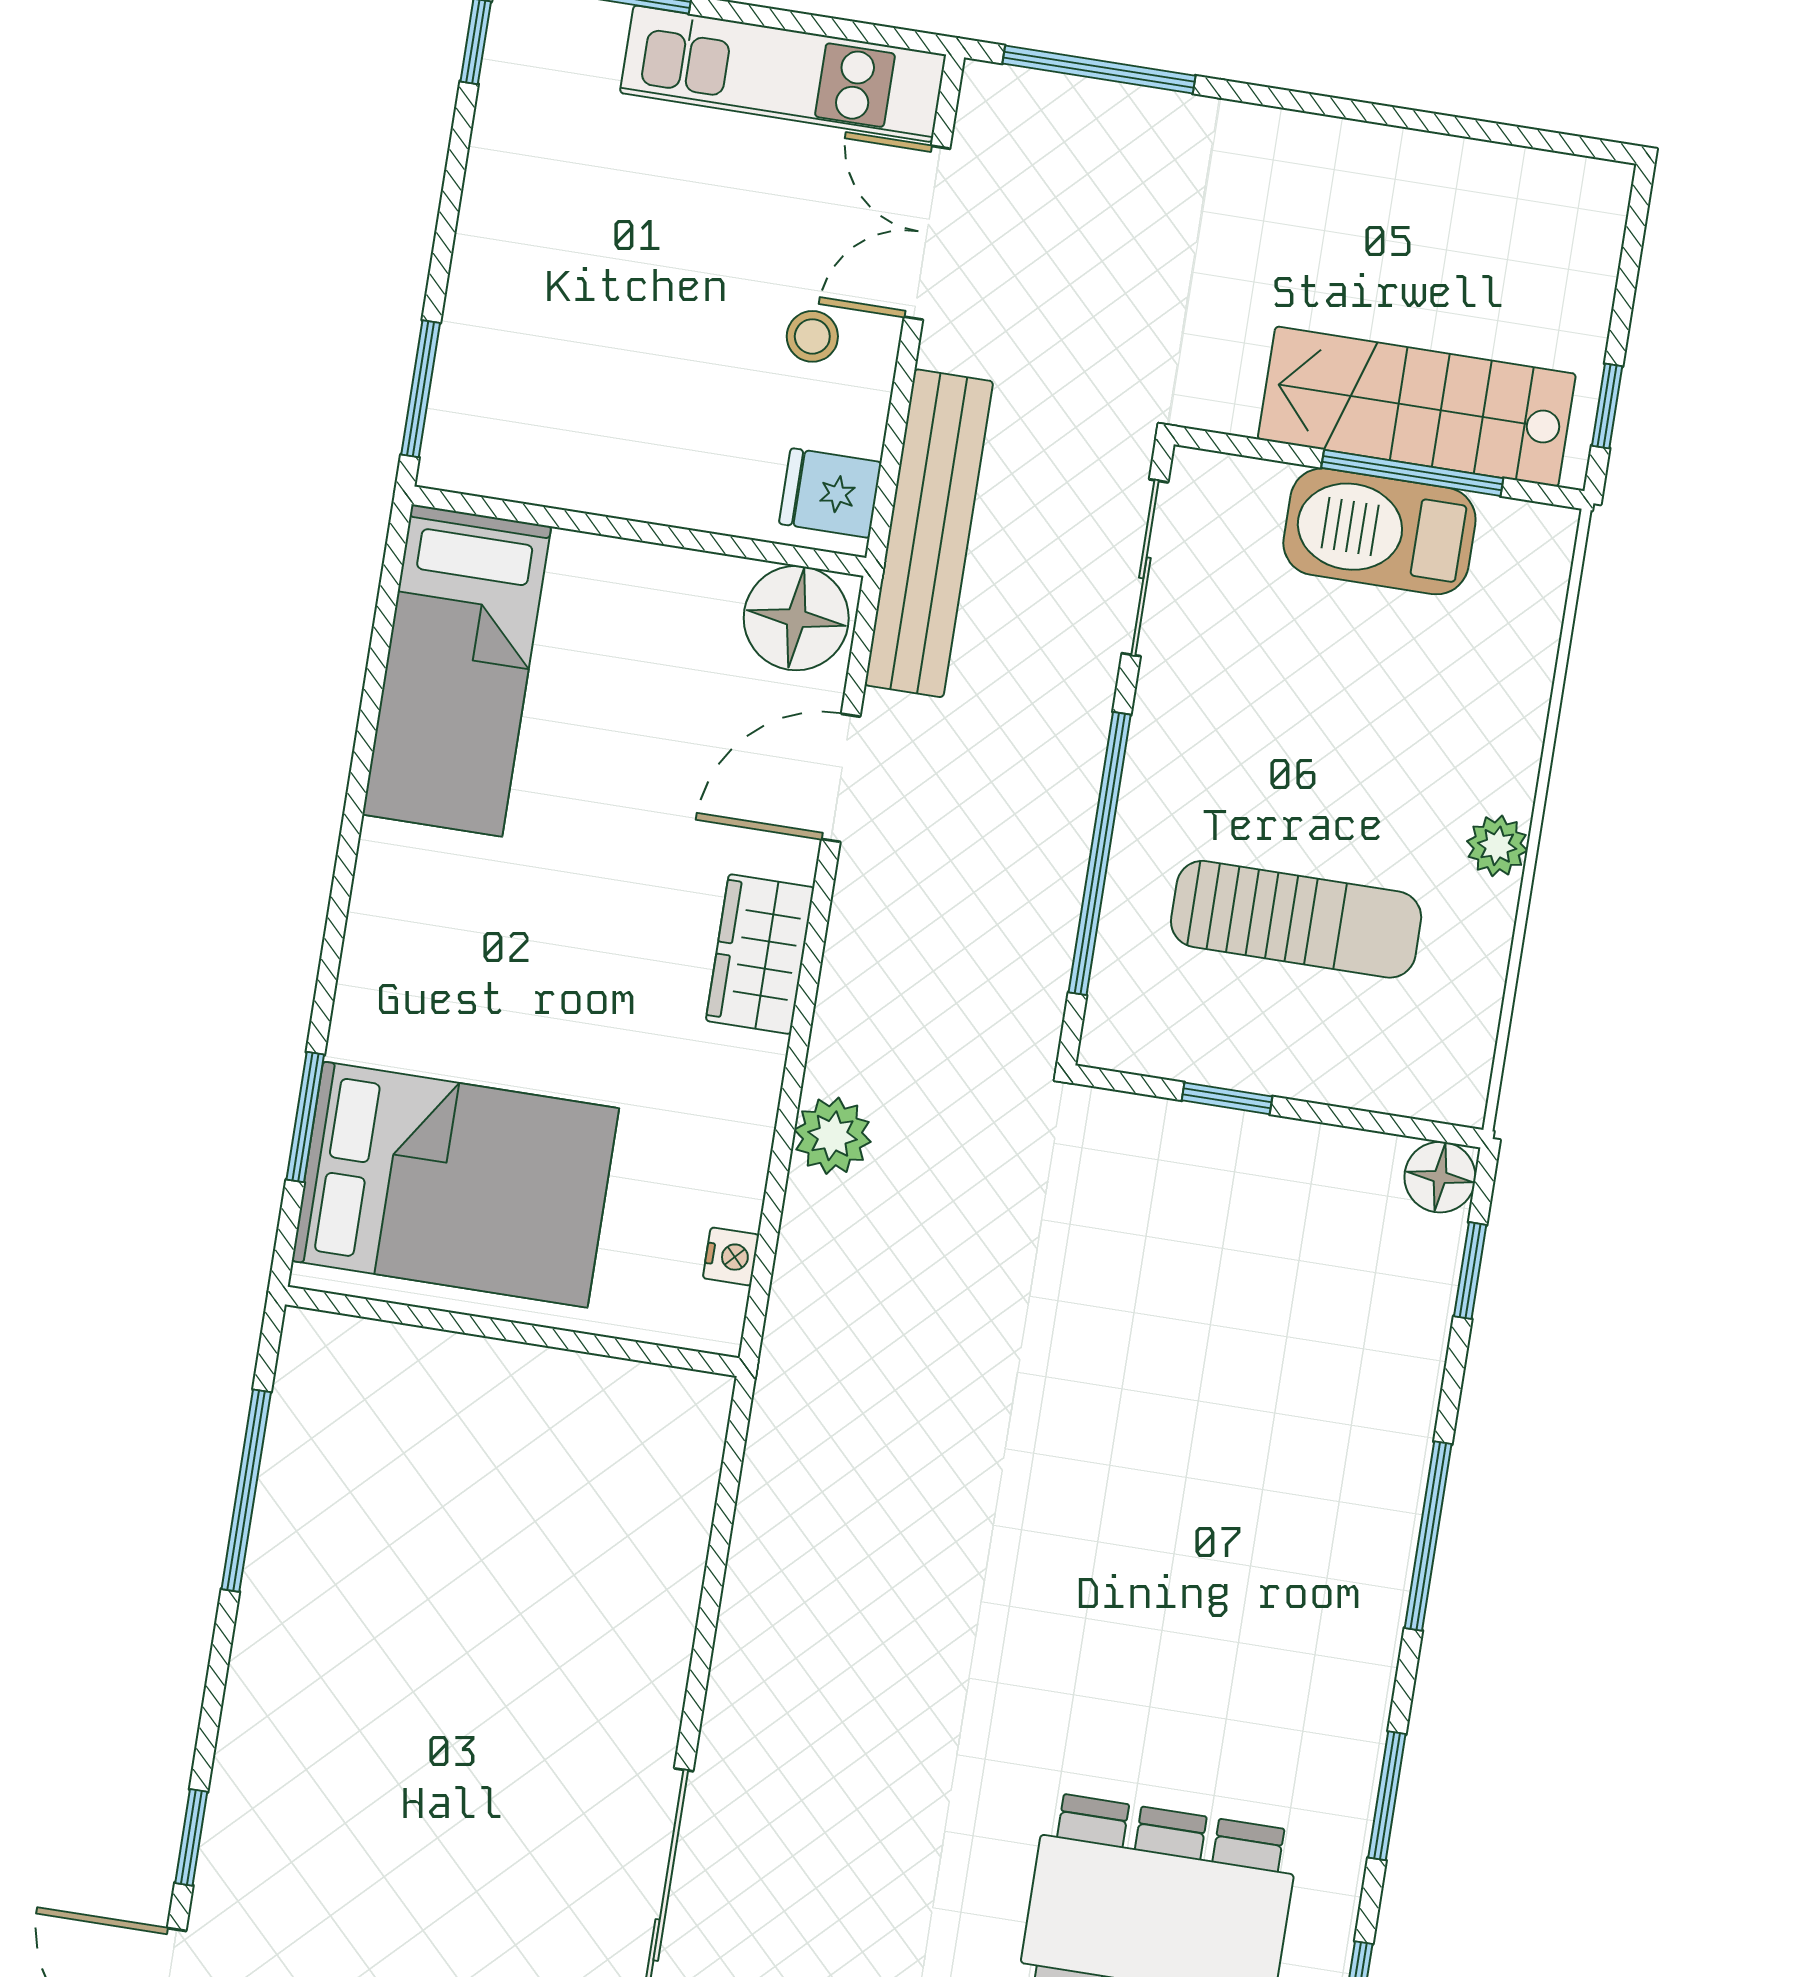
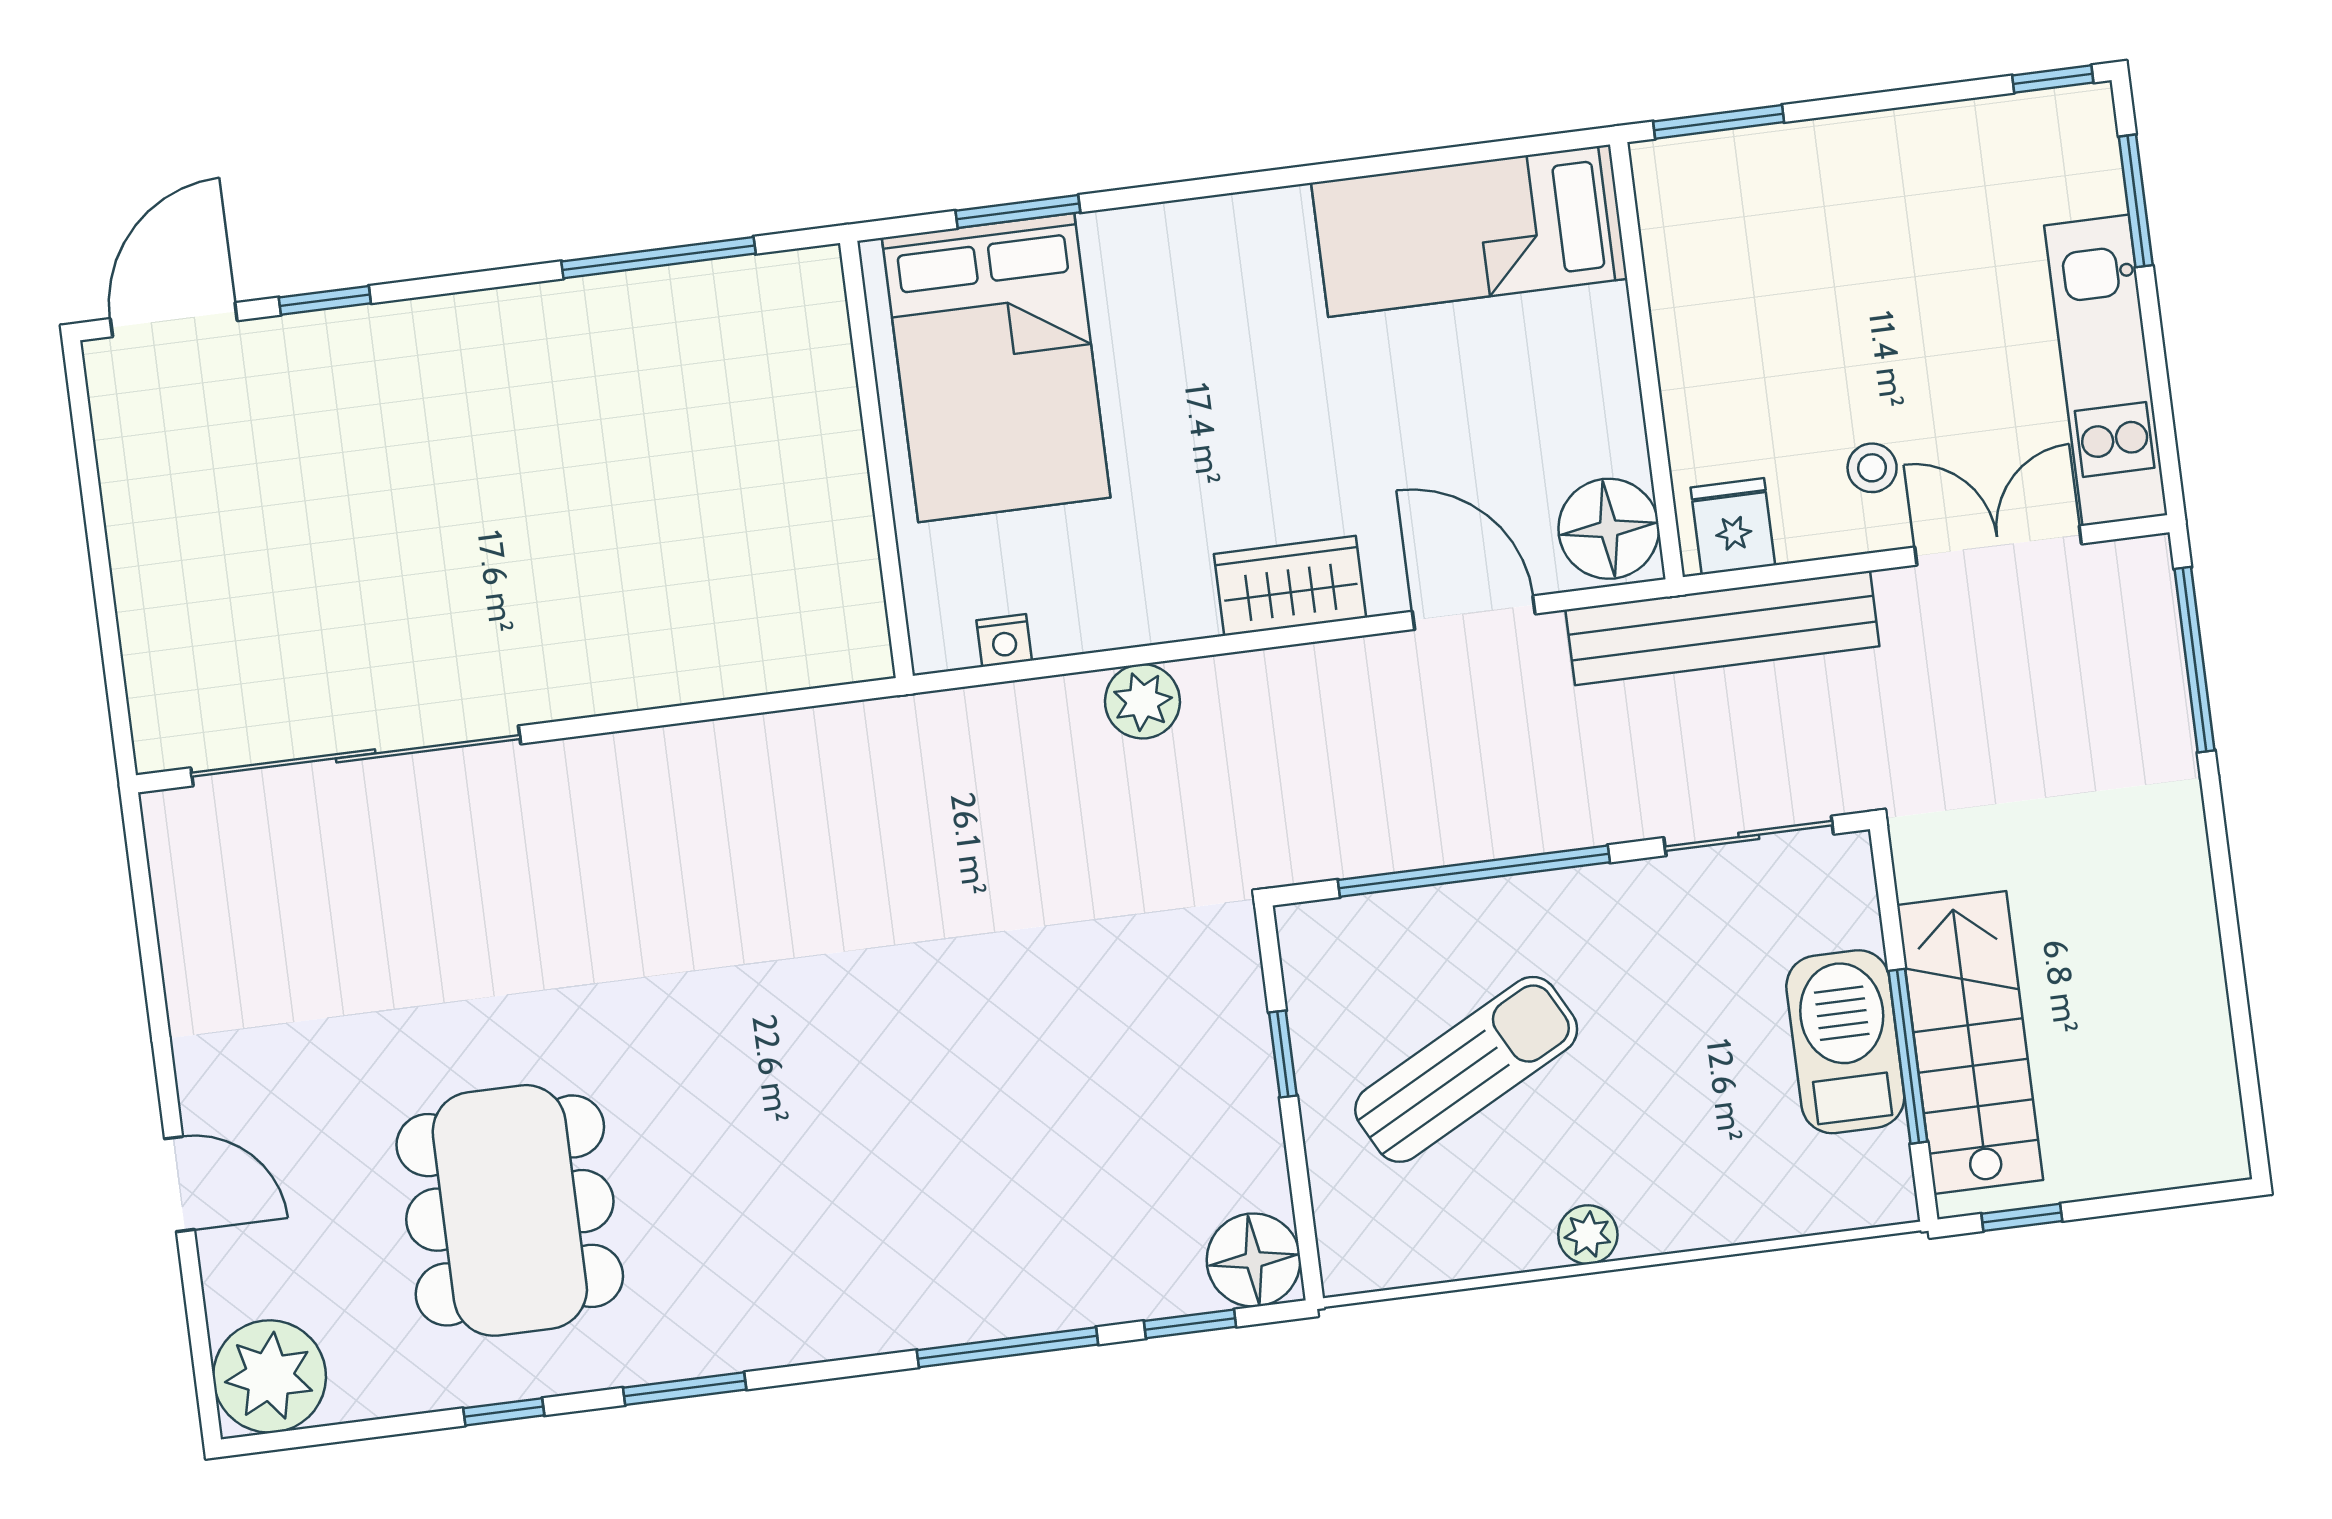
sun lounger: (1296, 919) -> (1466, 1069), turned -118
floor lamp: (1440, 1177) -> (1254, 1260), width x1.38, depth x1.38
window: (1428, 1536) -> (1007, 1347), moved

